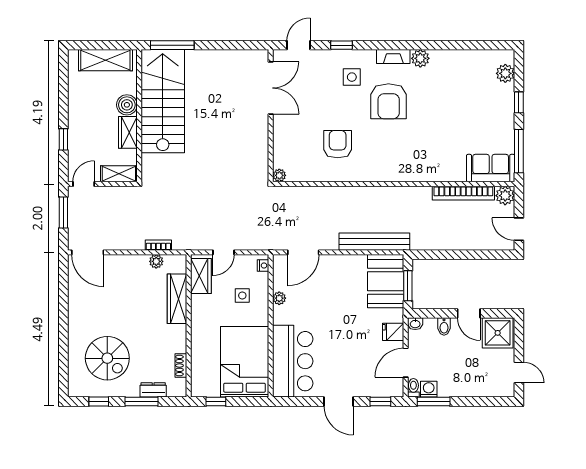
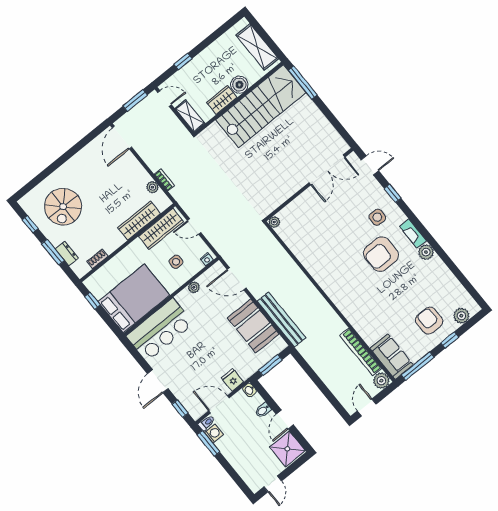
armchair: (338, 144) -> (429, 321), moved, turned -90
wardrobe: (201, 276) -> (161, 229), width x1.50
booth: (386, 281) -> (253, 326), moved, turned 90

